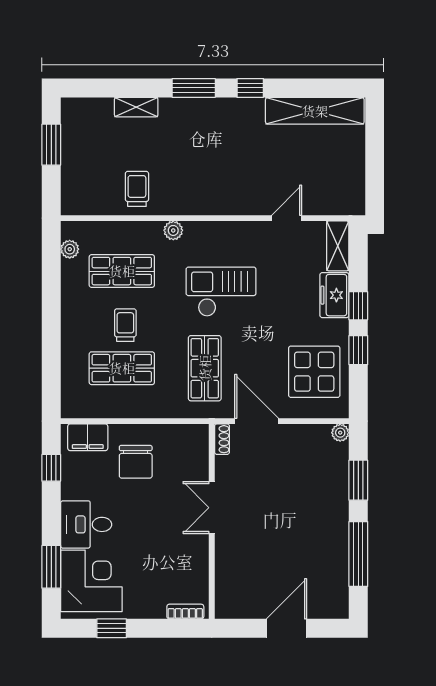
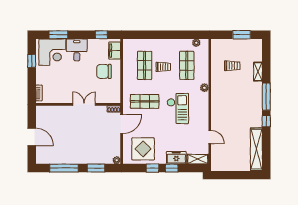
window: (194, 88) -> (266, 97), width x1.44
trolley: (137, 189) -> (232, 66), moved

